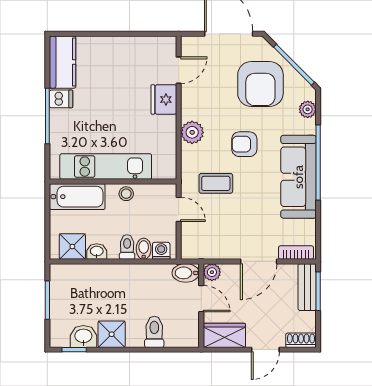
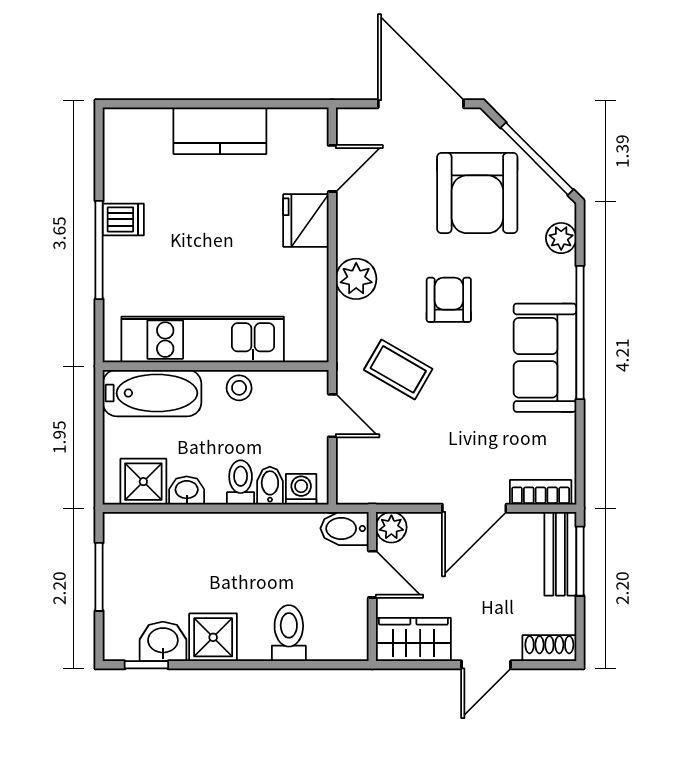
kitchen counter: (63, 62) -> (220, 131), moved, turned 90
armchair: (244, 144) -> (449, 300), turned 90
sofa: (298, 177) -> (545, 358), width x0.73
coffee table: (216, 183) -> (398, 369), turned 30

